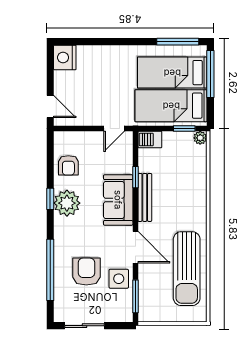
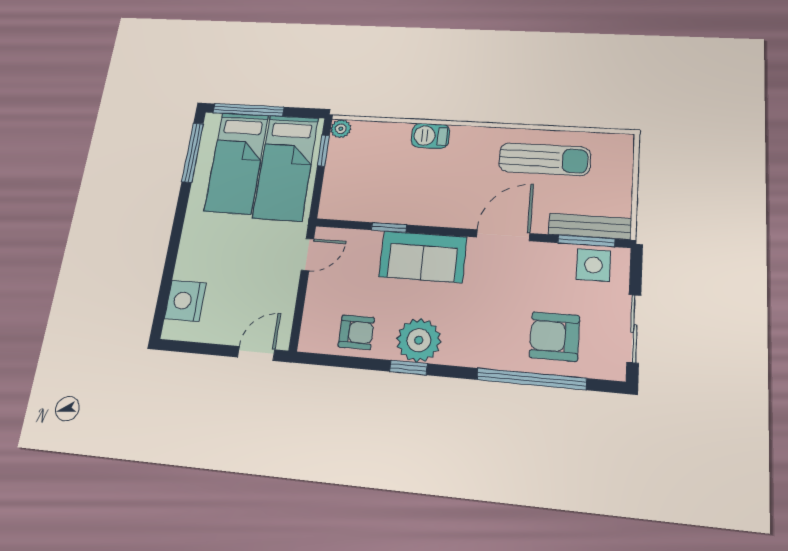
nightstand: (65, 57) -> (185, 301), moved, turned 90
door: (114, 129) -> (307, 255), hinge flipped
barbecue: (150, 140) -> (430, 136), moved, turned 90
bench: (145, 197) -> (590, 226), moved
sun lounger: (187, 269) -> (545, 159), width x0.73, depth x0.75
armchair: (86, 272) -> (555, 336), moved
side table: (119, 279) -> (593, 265), moved

